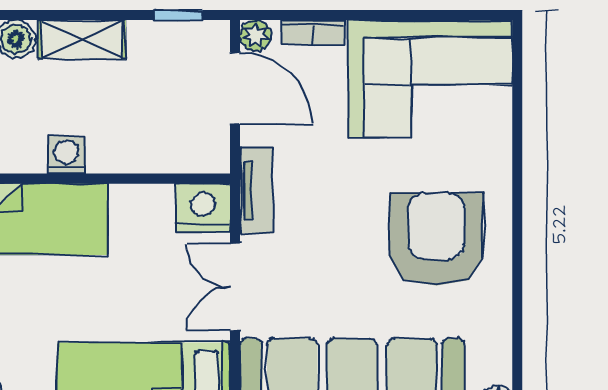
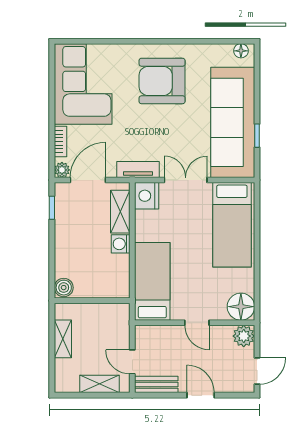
shelving: (82, 40) -> (120, 212), moved
washing machine: (66, 155) -> (121, 244), moved
double door: (235, 287) -> (186, 180), swing flipped

